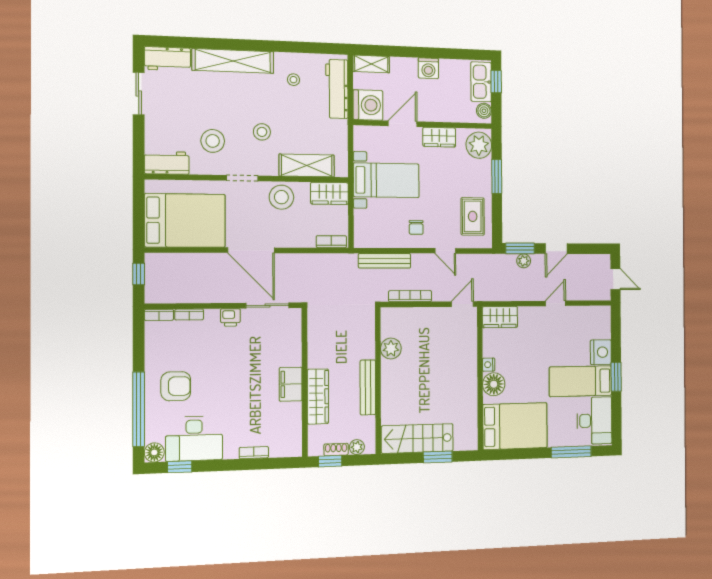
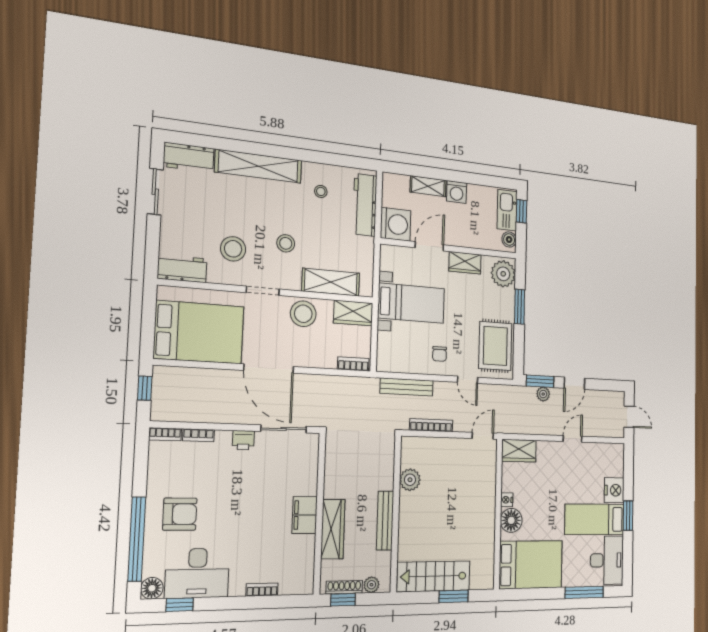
shelving: (371, 64) -> (428, 186), moved
rug: (473, 216) -> (495, 346), width x1.36, depth x1.43
shoe rack: (336, 449) -> (344, 587), width x1.43

